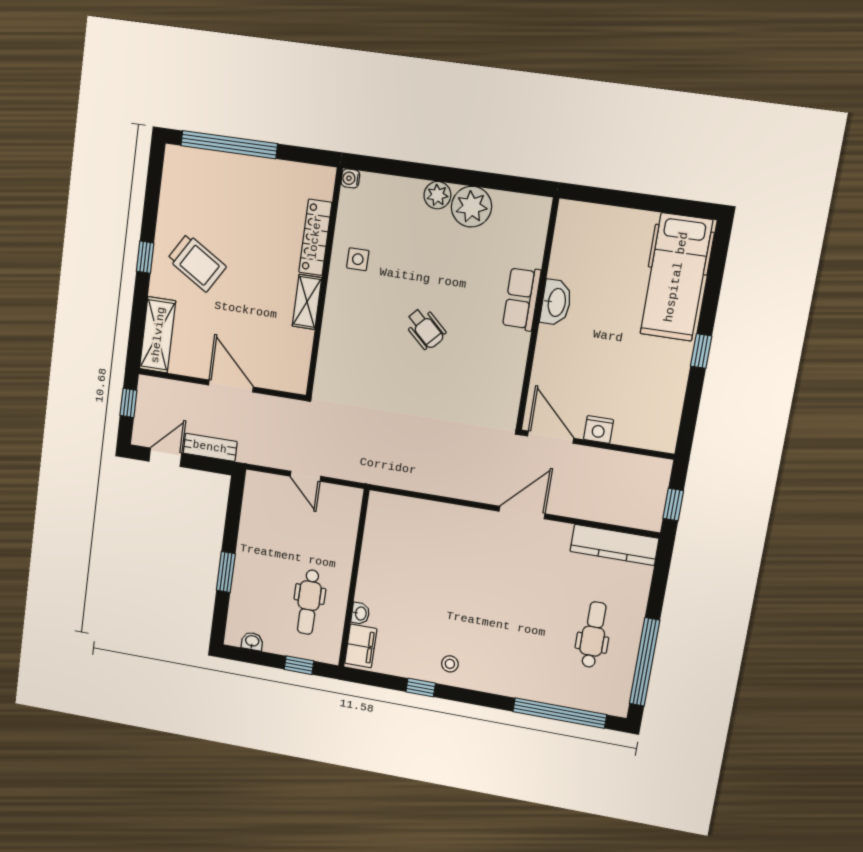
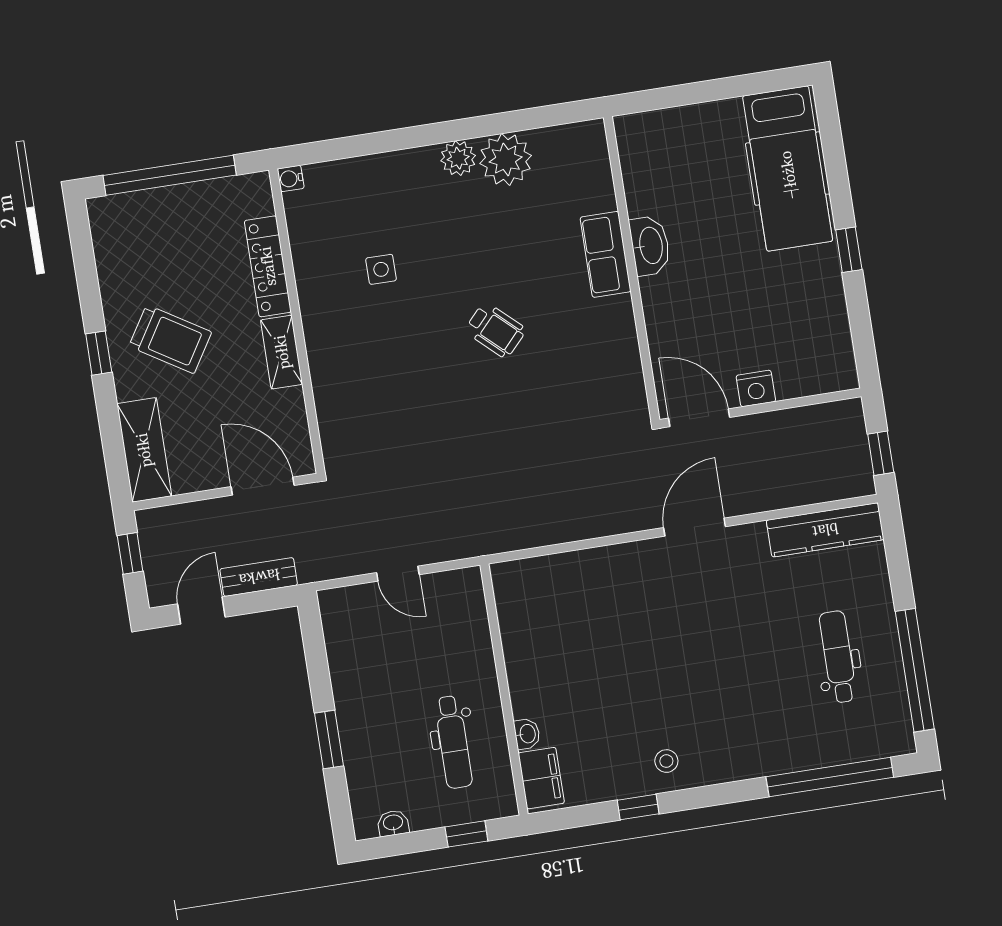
water cooler: (350, 178) -> (291, 179), moved
locker: (315, 237) -> (268, 266), moved
wall: (324, 283) -> (297, 321), moved
shelving: (307, 302) -> (282, 352), moved

